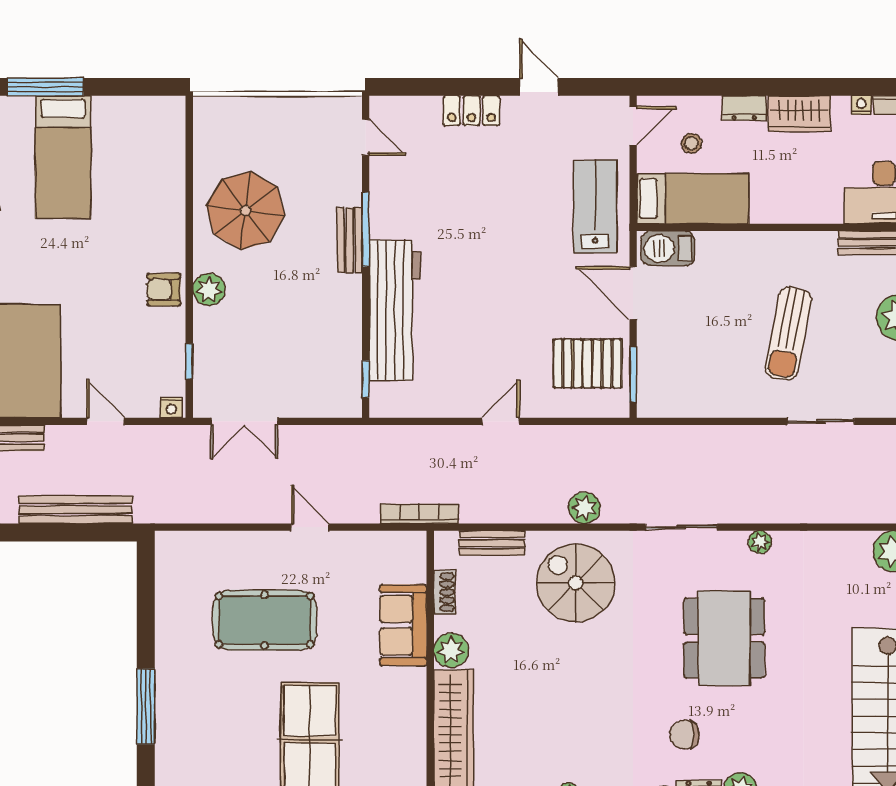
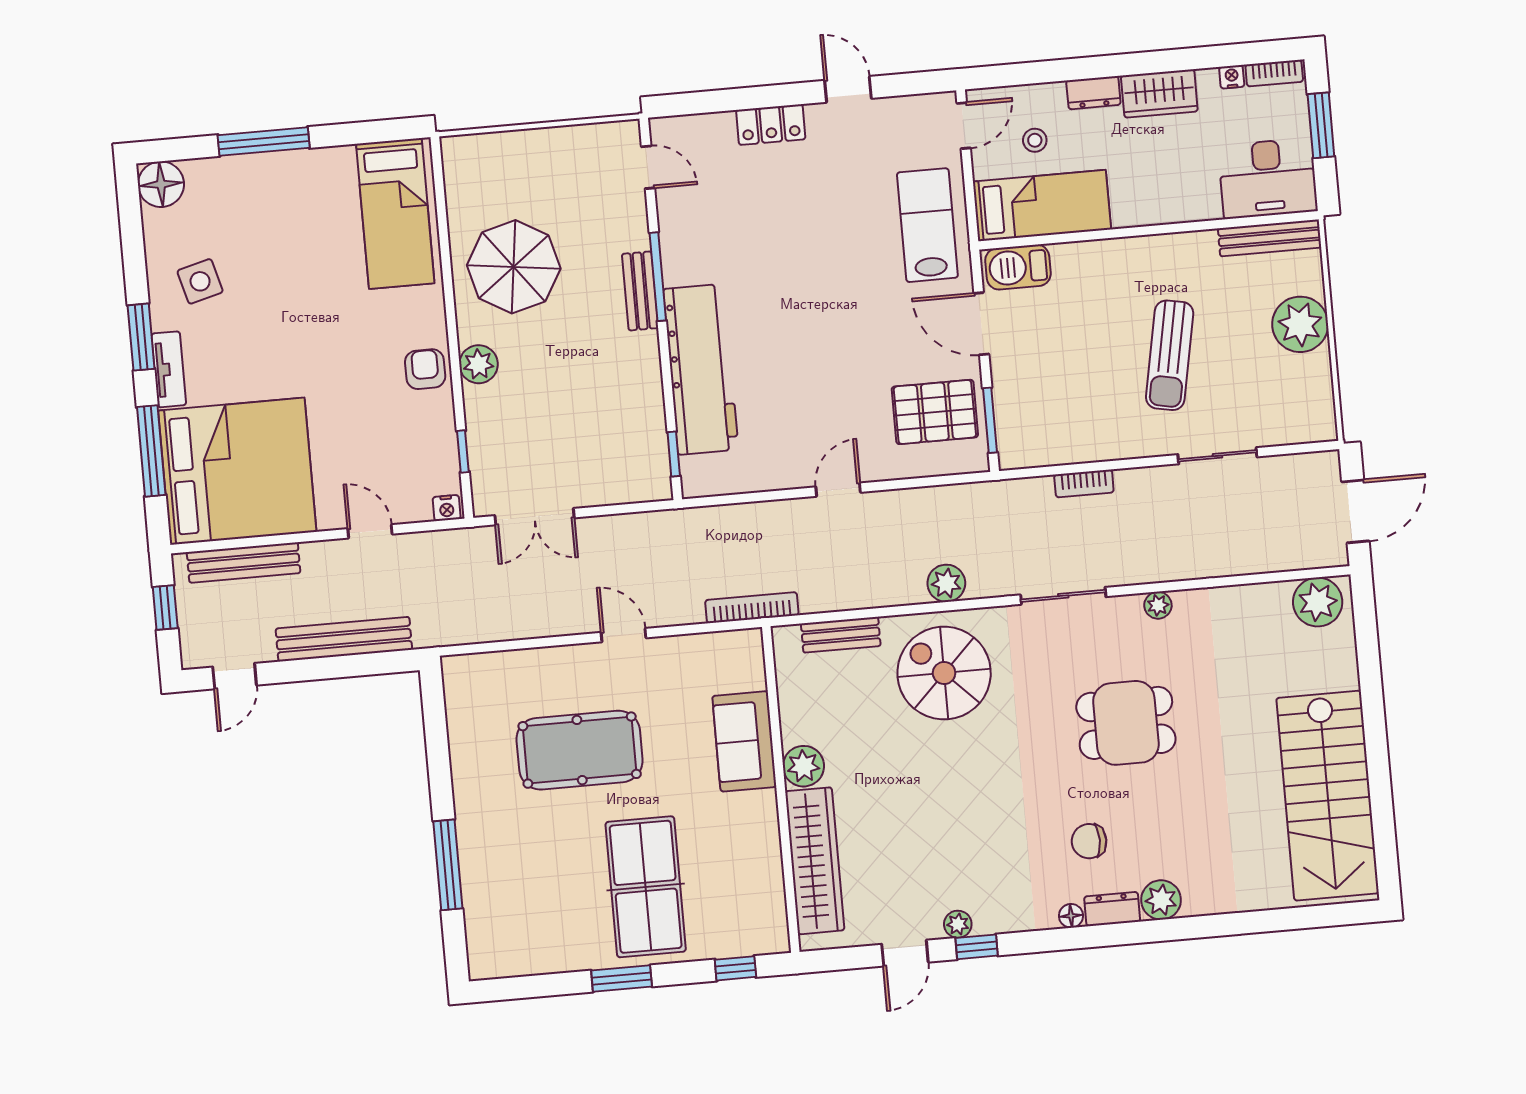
bed: (63, 157) -> (395, 214), moved
armchair: (164, 290) -> (425, 369), turned 90
bookcase: (707, 435) -> (1084, 484), added
shoe rack: (444, 592) -> (789, 698), removed
dining table: (724, 638) -> (1126, 723), width x0.73

